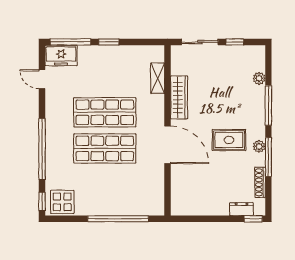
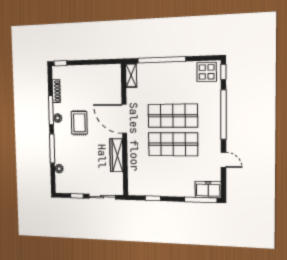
window: (109, 42) -> (153, 198), moved
shelving: (158, 78) -> (131, 75), moved
door: (42, 79) -> (224, 160), moved
rug: (229, 140) -> (79, 123), turned 90
dresser: (241, 209) -> (69, 70), removed

